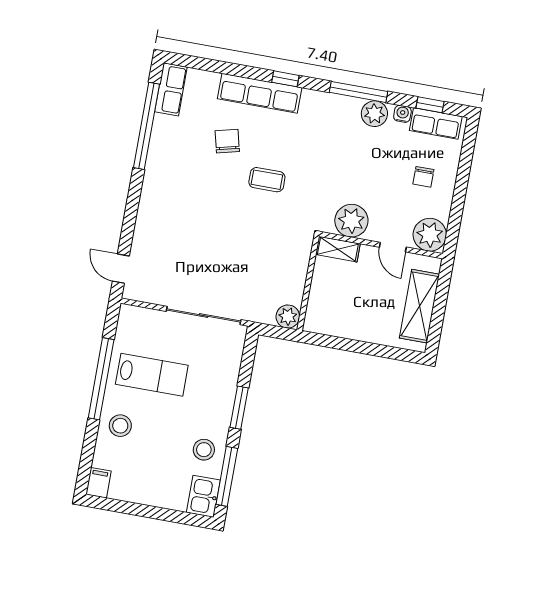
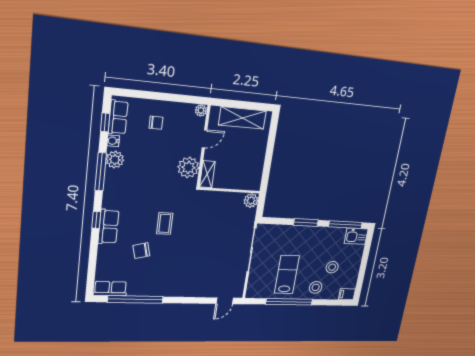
row of seats: (260, 93) -> (108, 227), width x0.68
plant: (430, 235) -> (201, 110), width x0.53, depth x0.53
stool: (204, 450) -> (332, 267), moved

